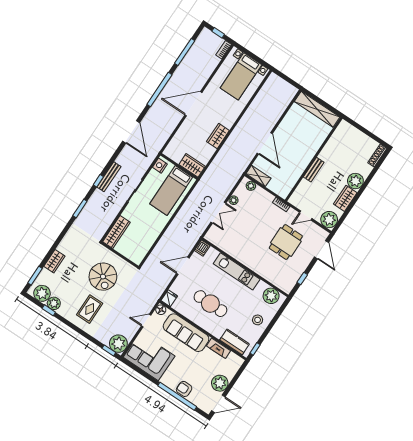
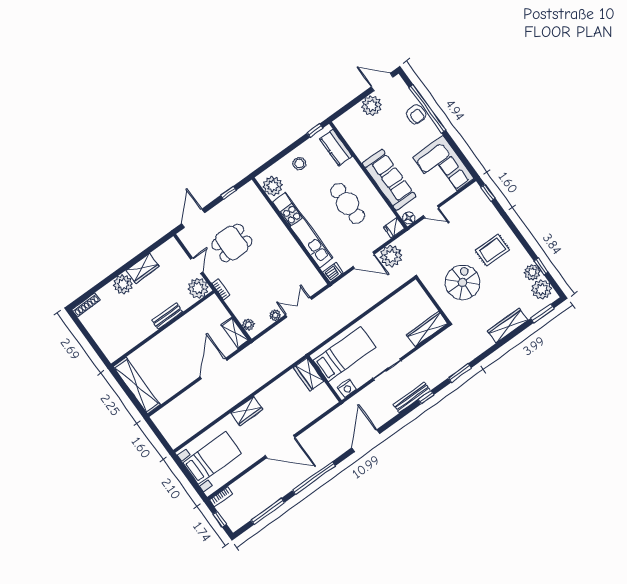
wardrobe: (218, 136) -> (247, 411), moved
door: (306, 215) -> (197, 266), hinge flipped
plant: (329, 220) -> (198, 288), moved
wardrobe: (54, 261) -> (508, 326), width x1.50
kitchen unit: (237, 271) -> (303, 230), width x1.36
plant: (118, 344) -> (391, 256), moved
fireplace: (219, 348) -> (358, 147), removed

